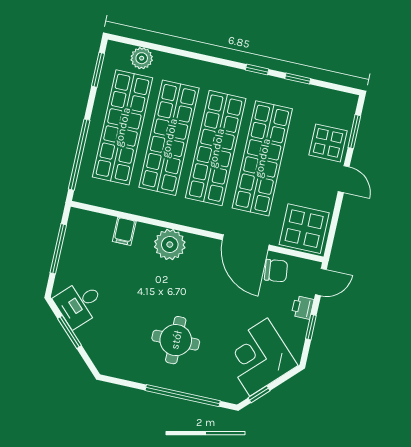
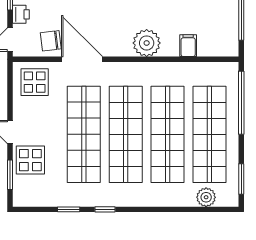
display table: (304, 229) -> (35, 82), width x0.73, depth x0.73

